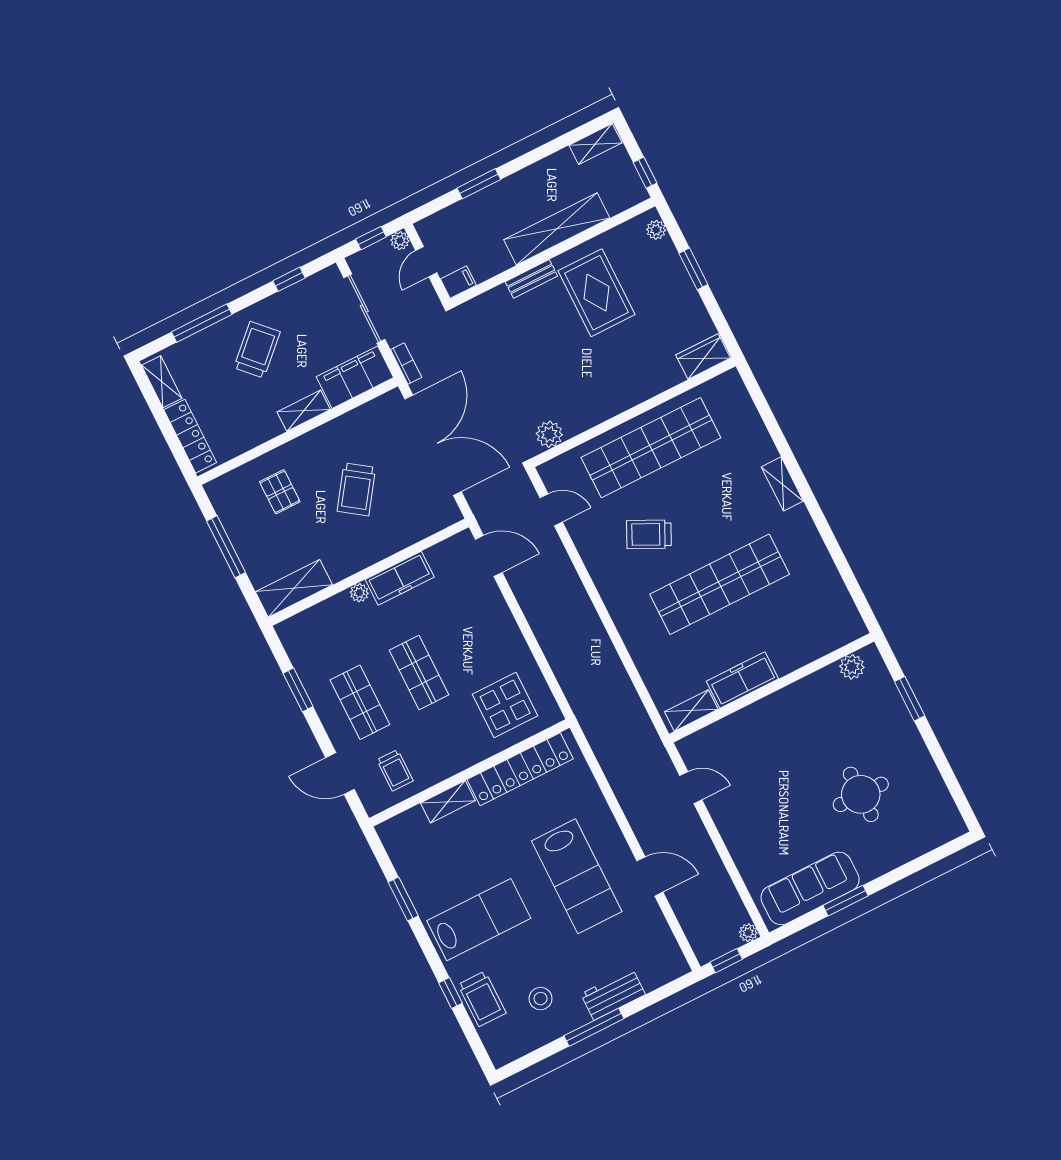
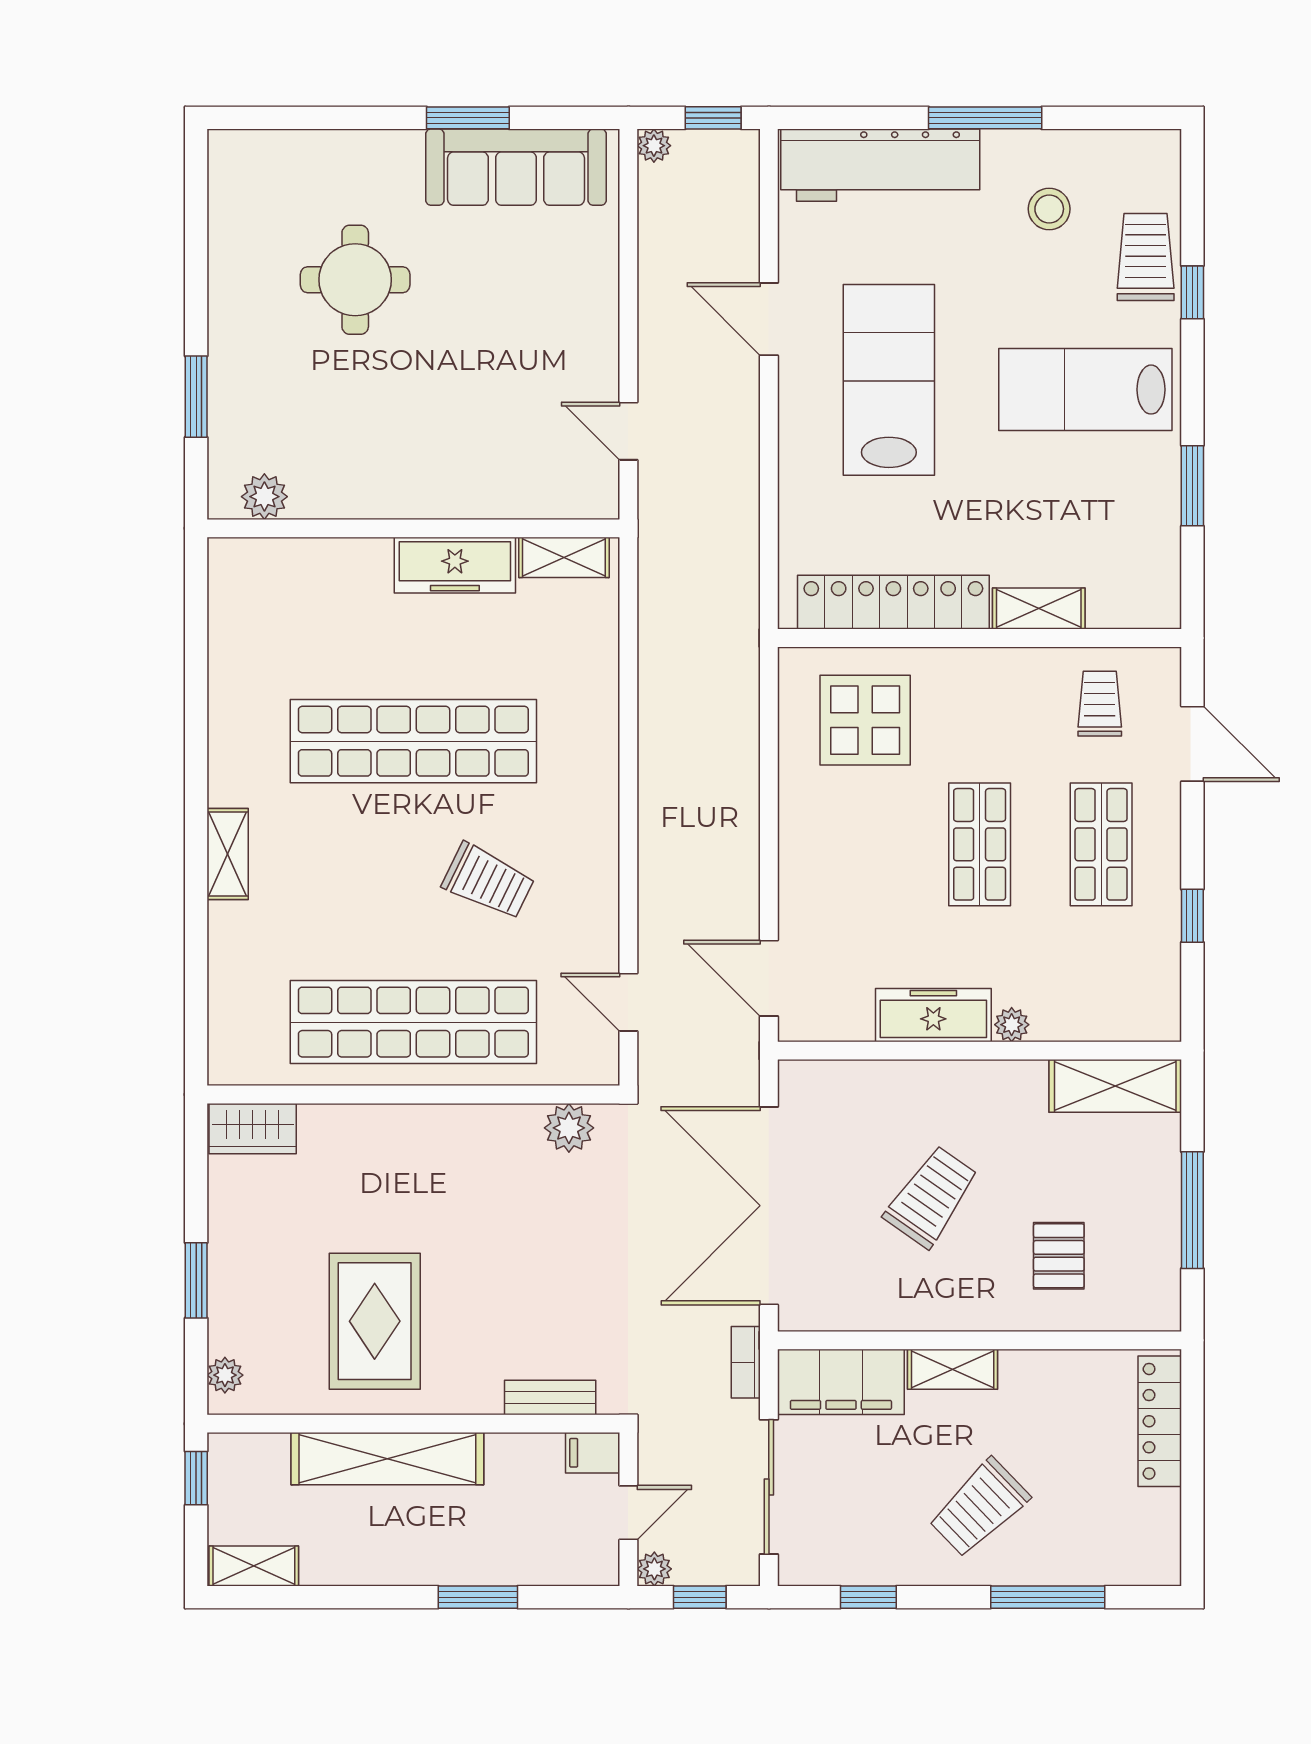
bench: (531, 279) -> (550, 1398), moved
shelving: (162, 382) -> (1162, 1534), removed
window: (298, 690) -> (1192, 916), width x0.67
workbench: (613, 994) -> (880, 165), width x1.88, depth x1.32

